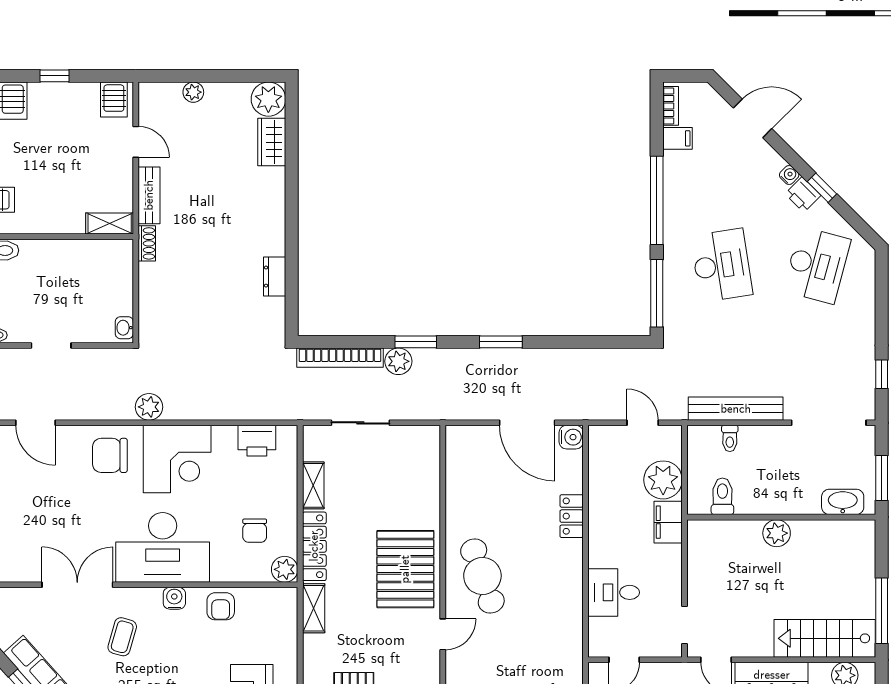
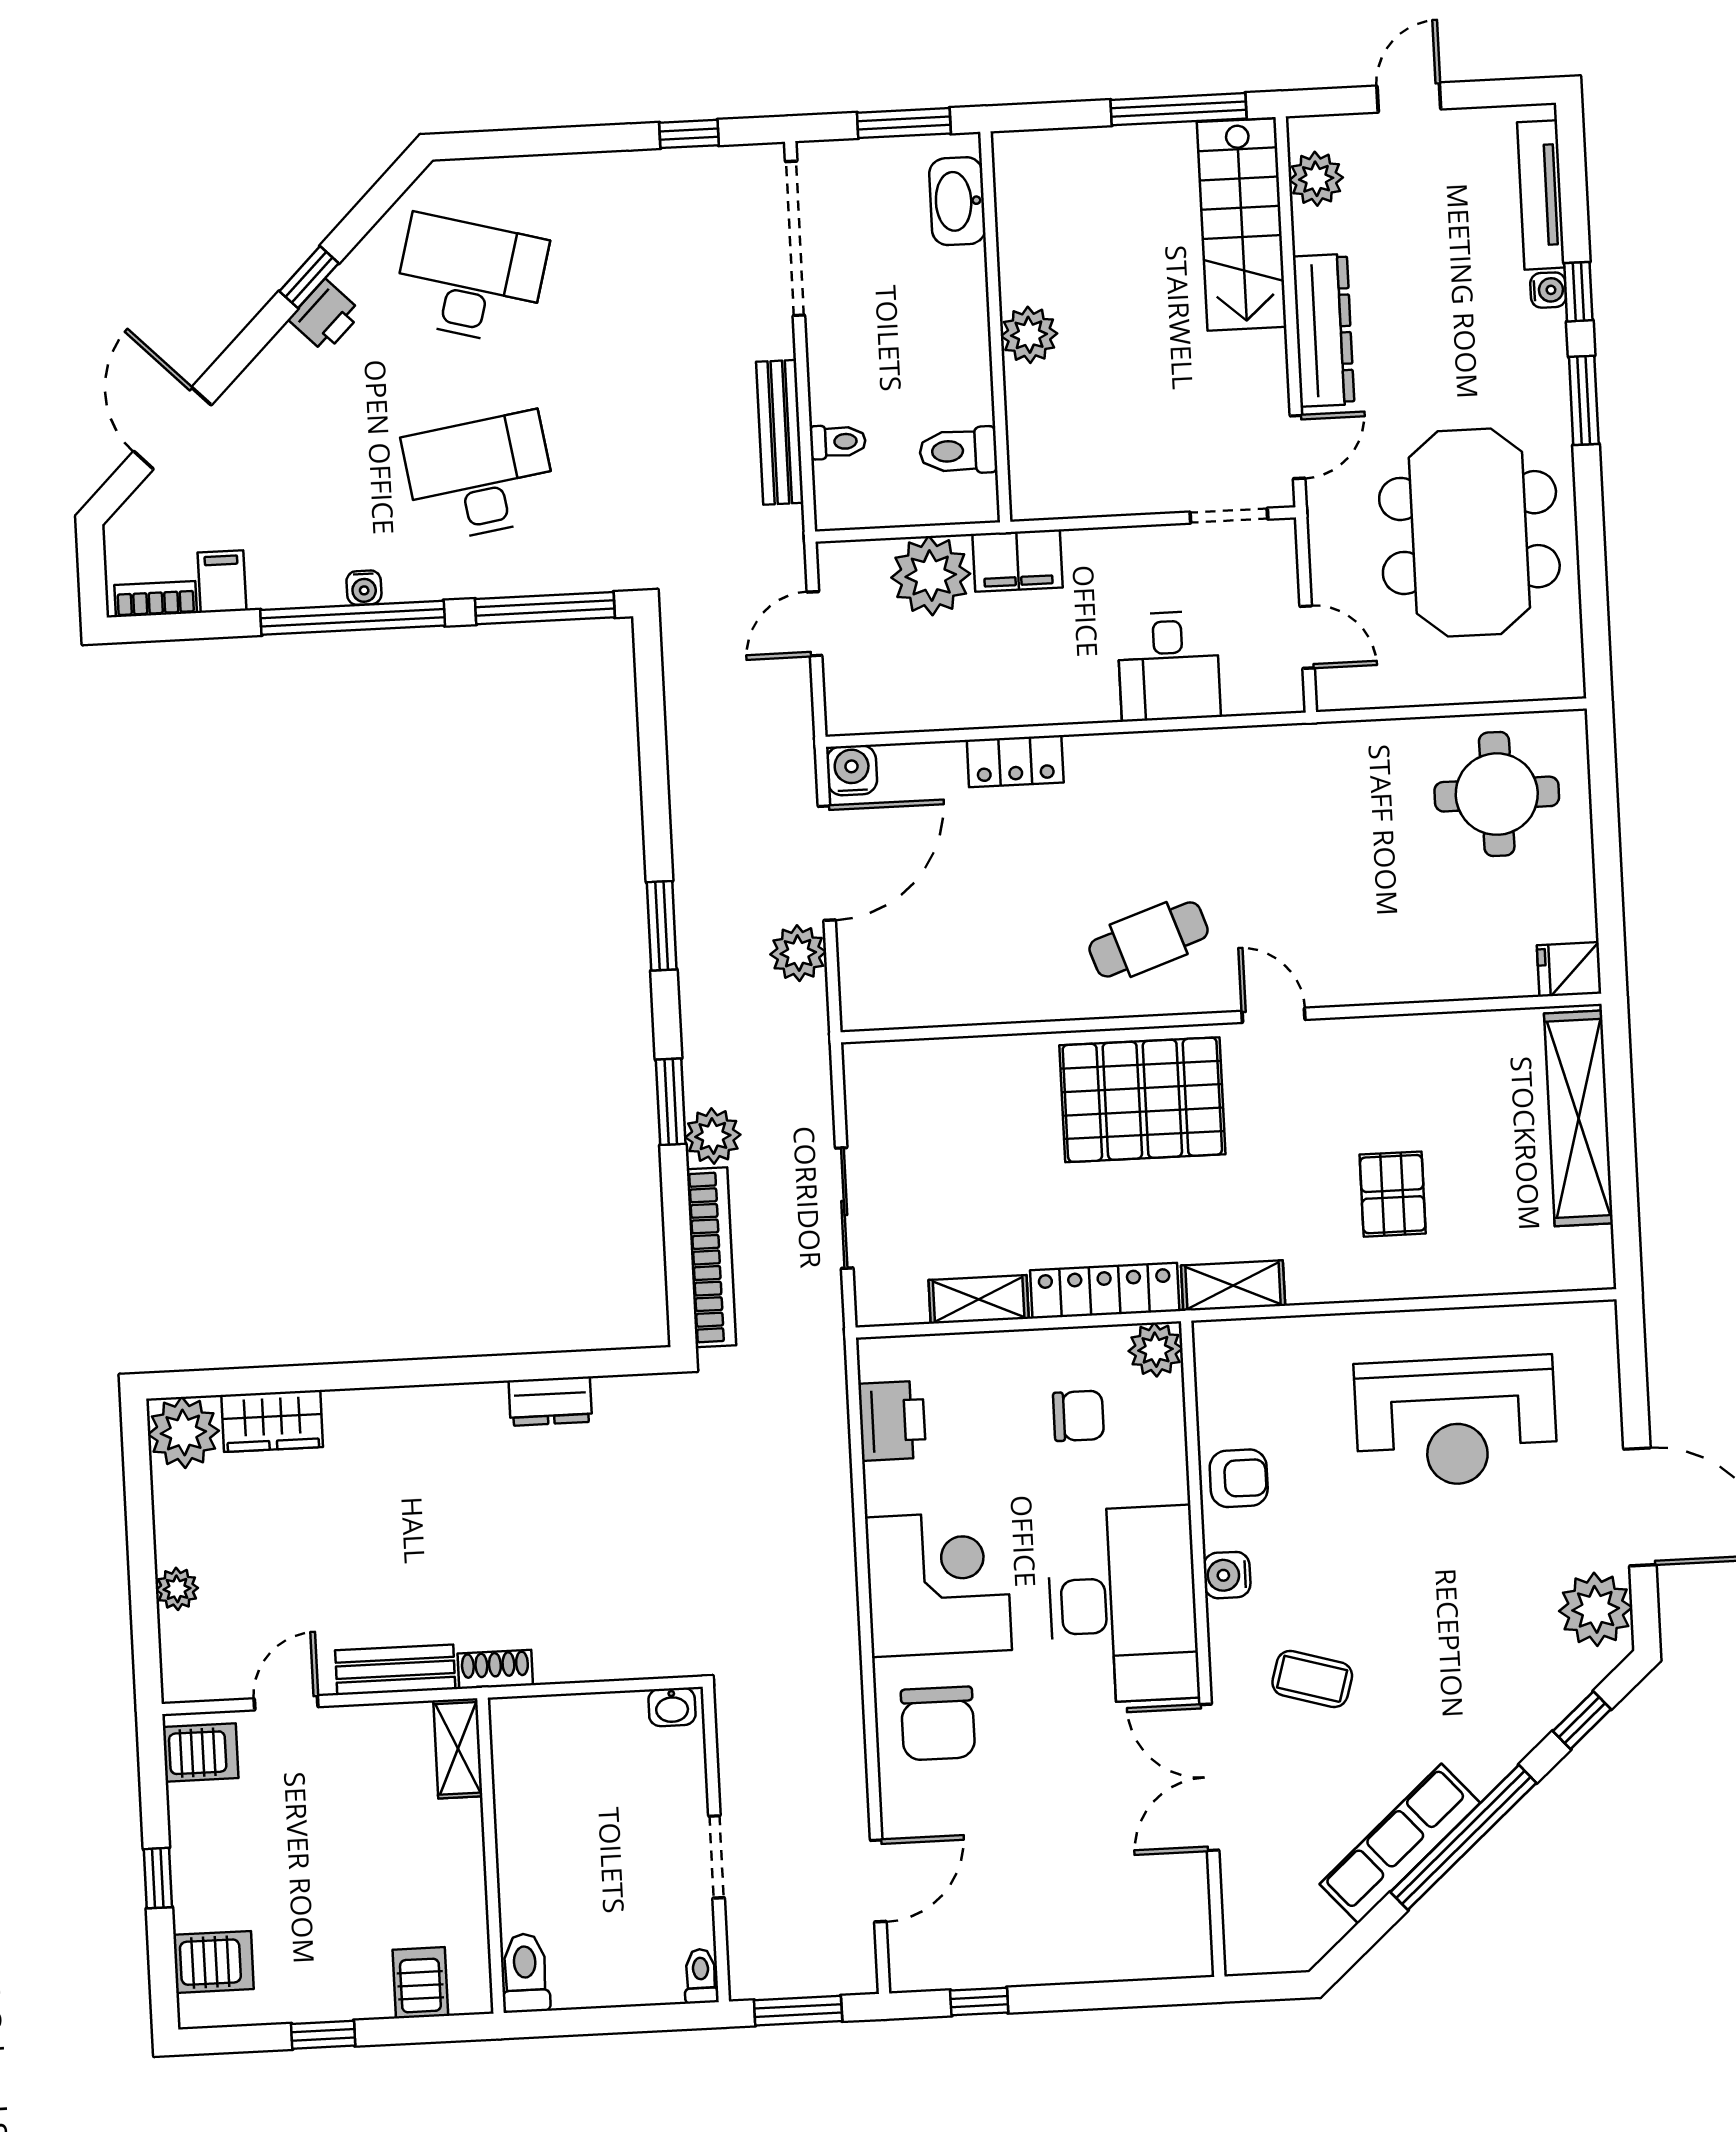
water cooler: (789, 175) -> (364, 588), moved, turned -135
plant: (149, 407) -> (798, 953), moved
bench: (736, 409) -> (780, 432), width x0.73, depth x0.82
cafe table: (482, 576) -> (1149, 939), width x0.73, depth x0.74

